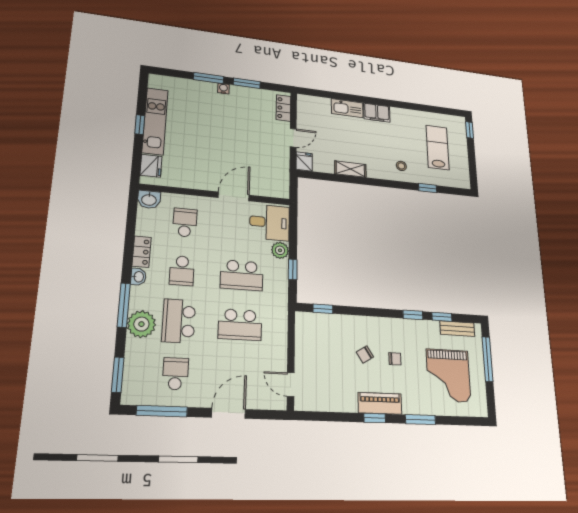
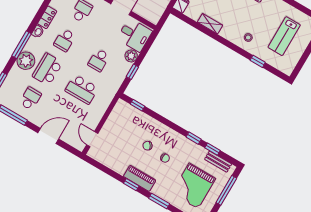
lab bench: (437, 147) -> (284, 36), turned 180
school desk: (242, 275) -> (99, 60), width x0.54

